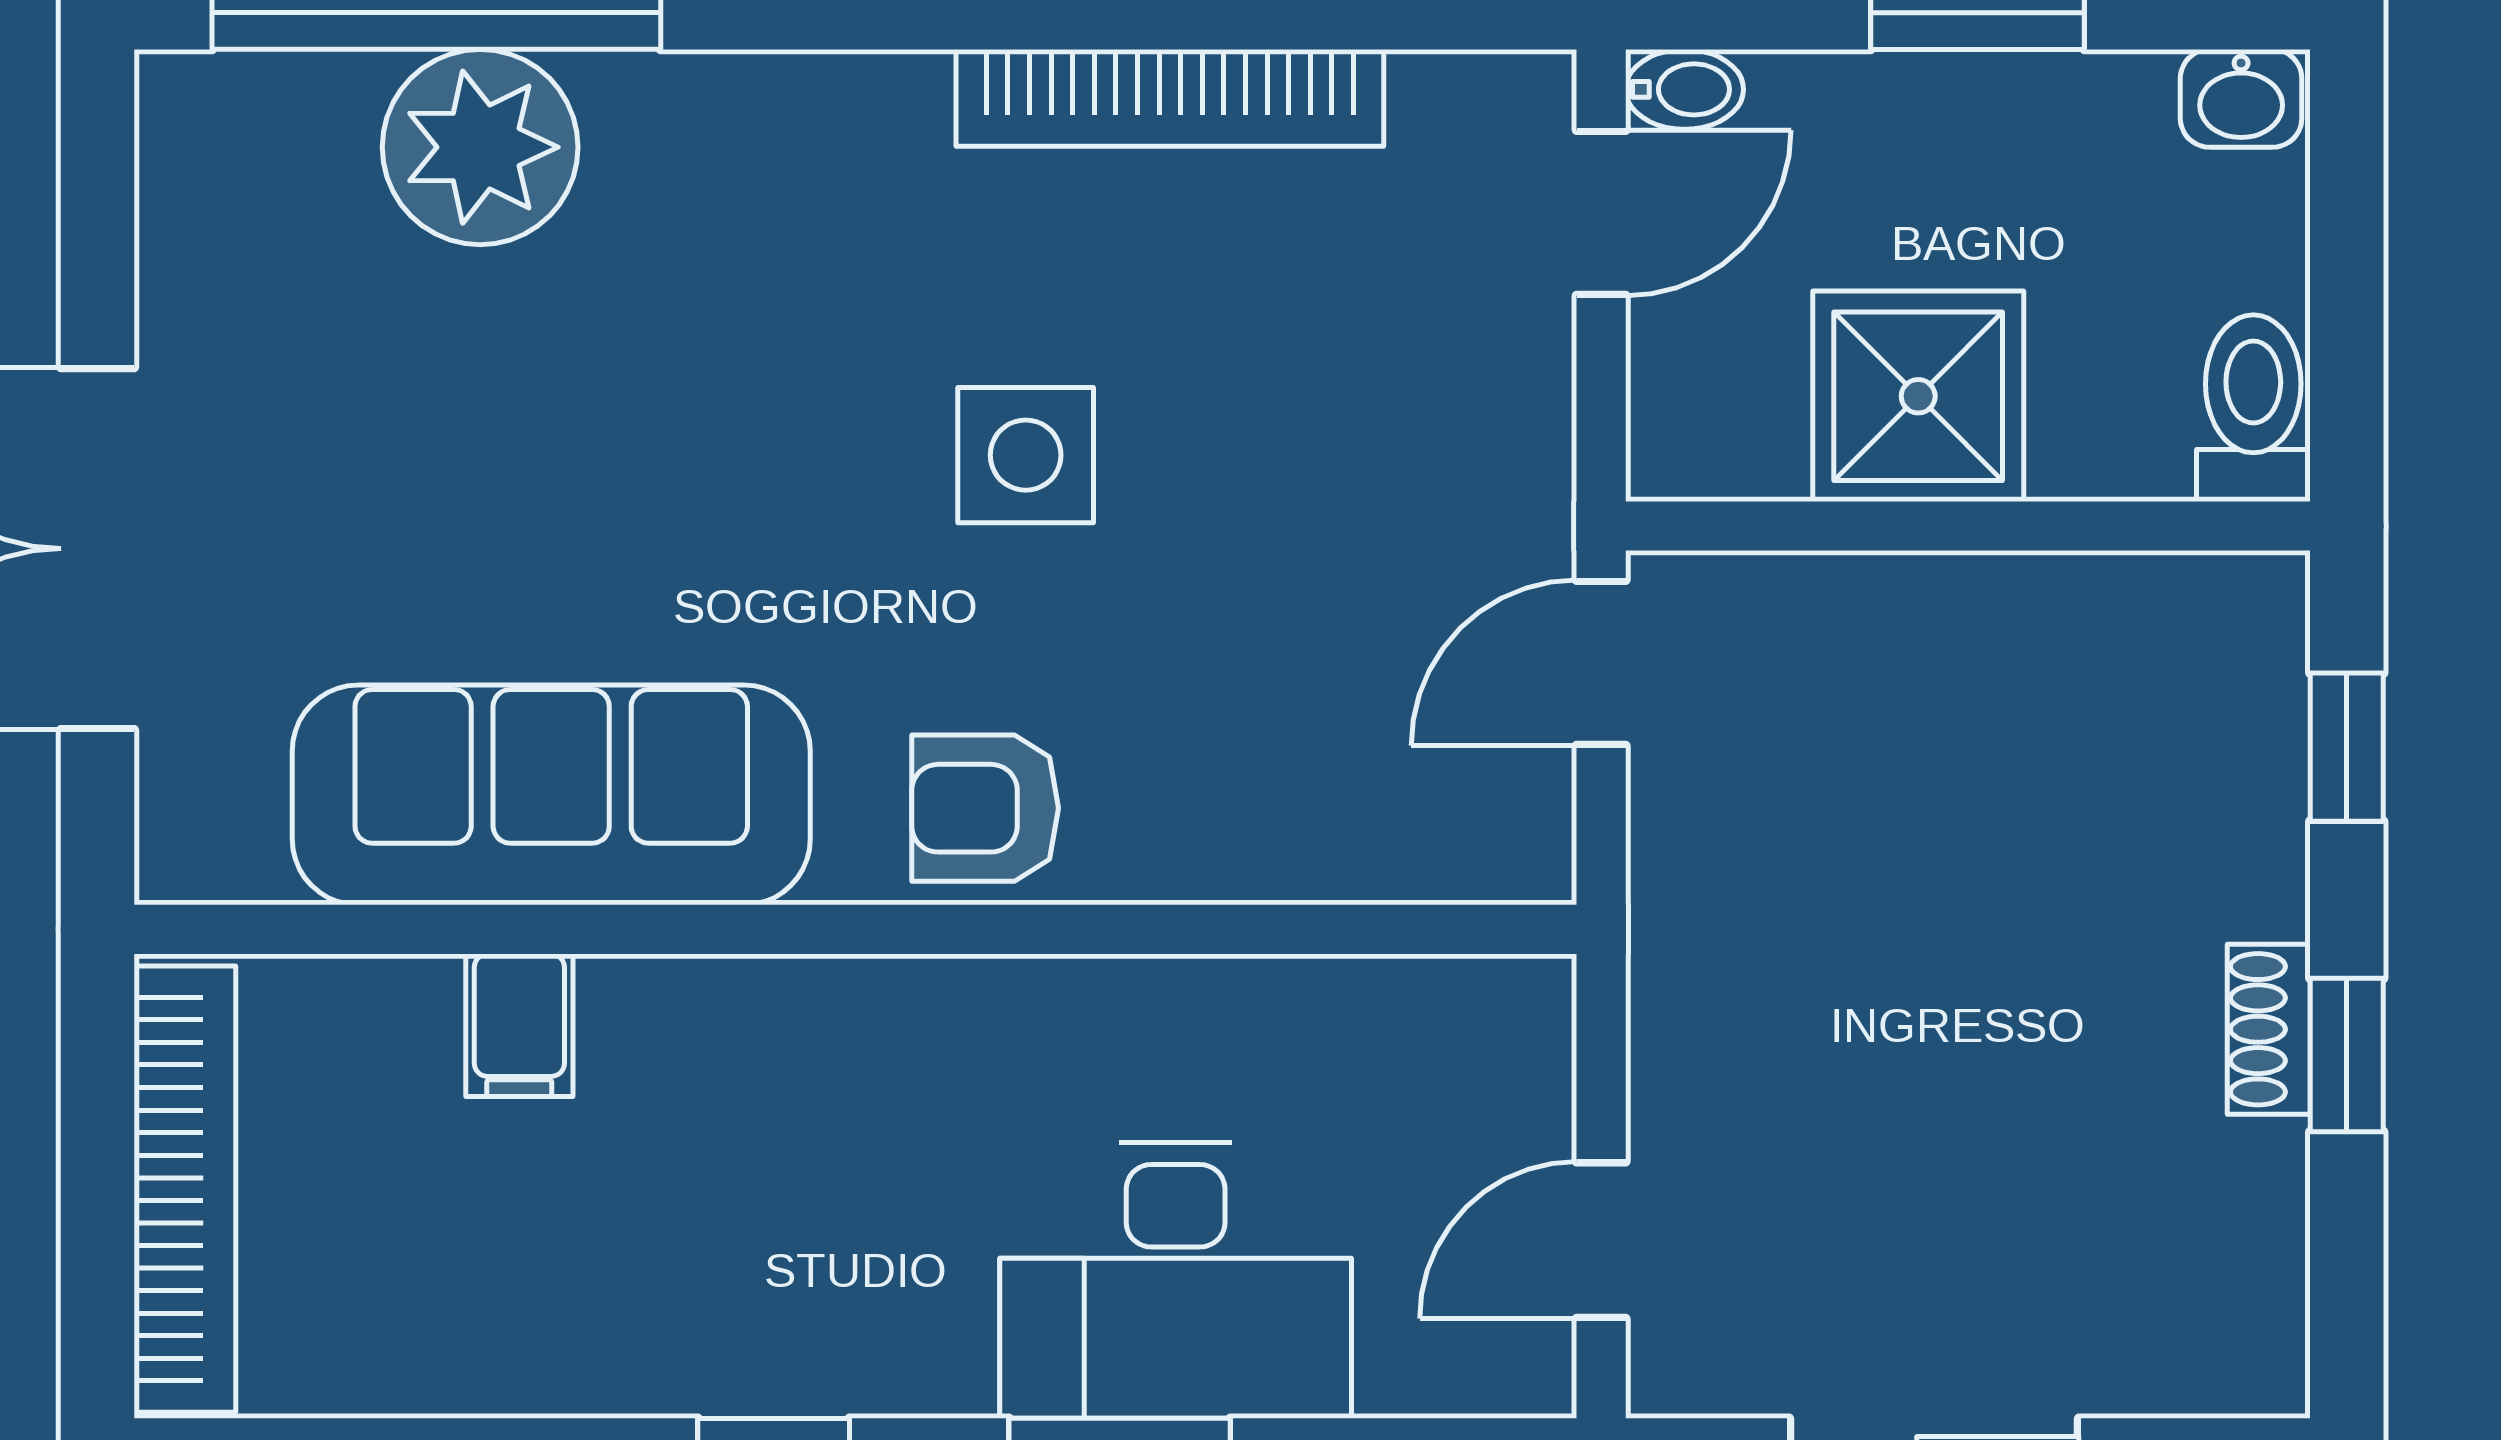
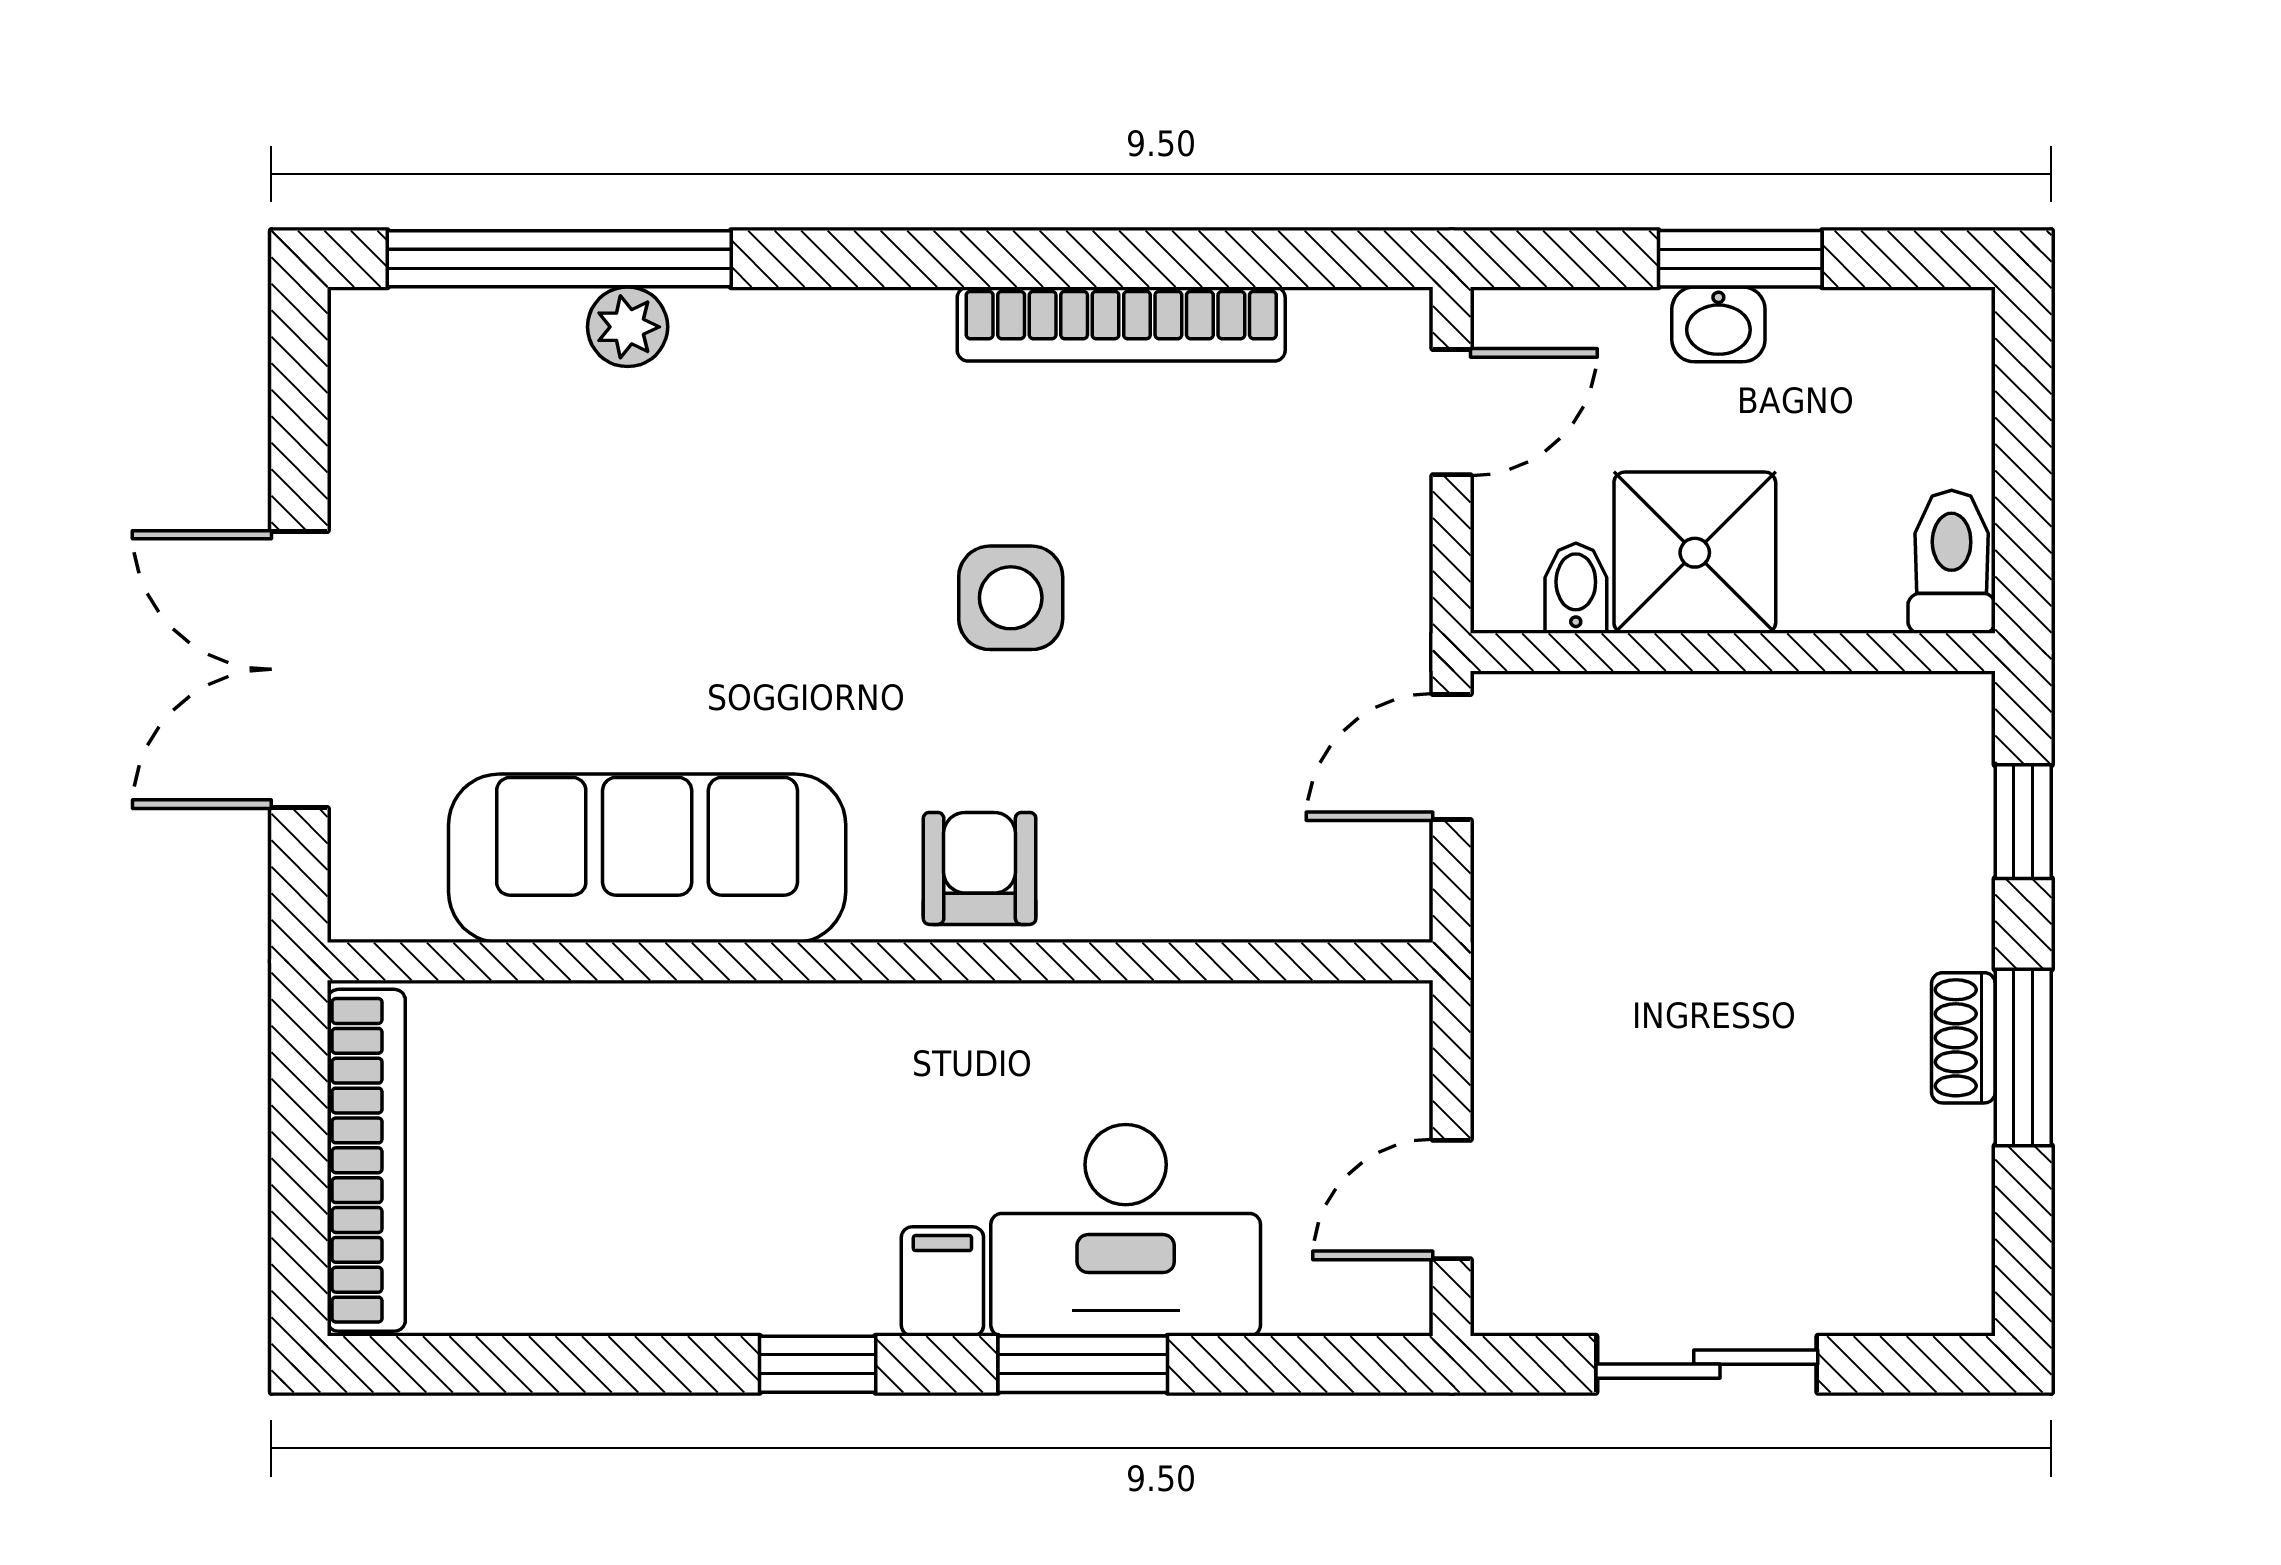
bidet: (1684, 89) -> (1576, 588), moved, turned -90
washbasin: (2241, 98) -> (1718, 324), moved
plant: (480, 147) -> (628, 327), width x0.53, depth x0.53
armchair: (985, 808) -> (980, 868), turned 90
filing cabinet: (519, 1025) -> (942, 1281), moved, turned 180
window: (2347, 1055) -> (2023, 1057), width x1.50

